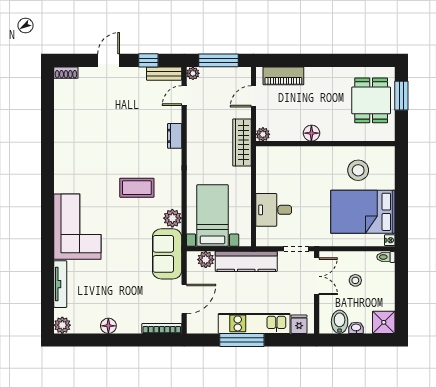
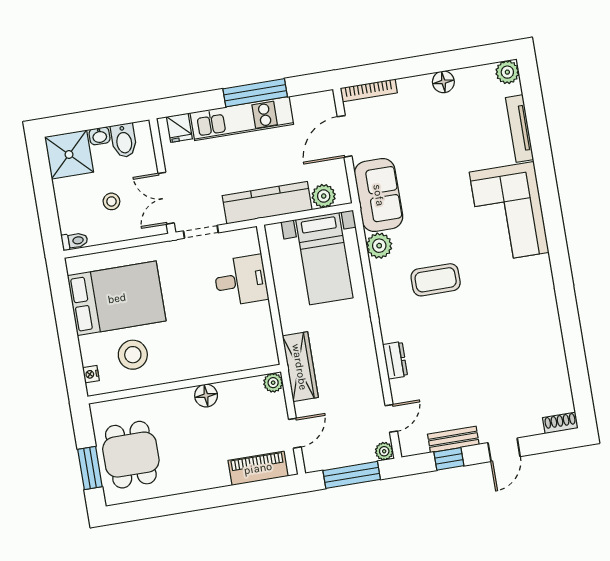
bench: (164, 74) -> (453, 439), moved
nightstand: (390, 240) -> (91, 374), moved
shower: (384, 322) -> (69, 154), width x1.36, depth x1.36

